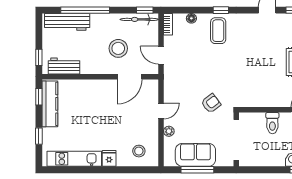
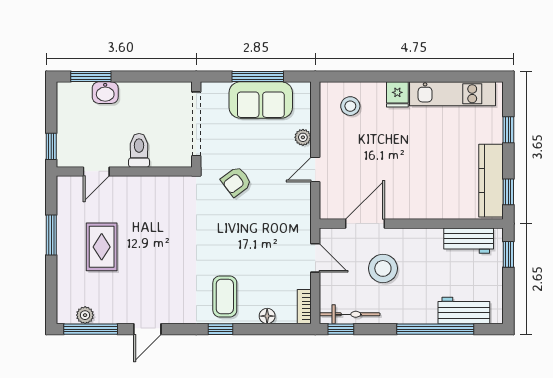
workbench: (67, 22) -> (464, 310), width x0.73

